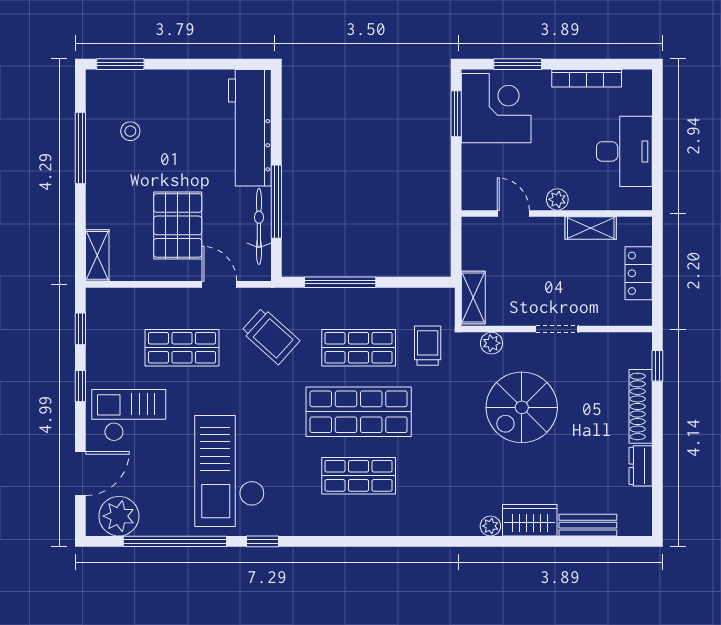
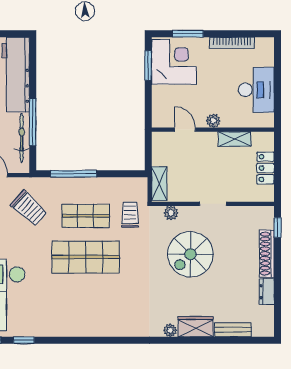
shop shelf: (359, 476) -> (86, 298), removed

